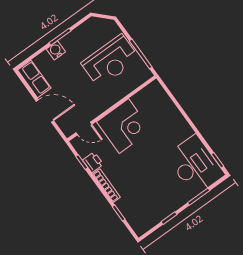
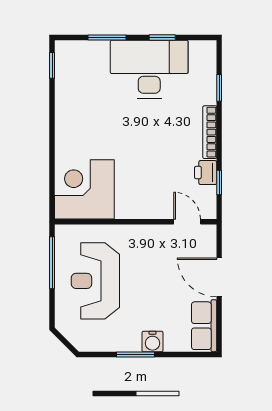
reception desk: (110, 61) -> (95, 281), turned -90
corner desk: (124, 126) -> (84, 189), moved
desk: (195, 165) -> (149, 69), moved, turned 90

